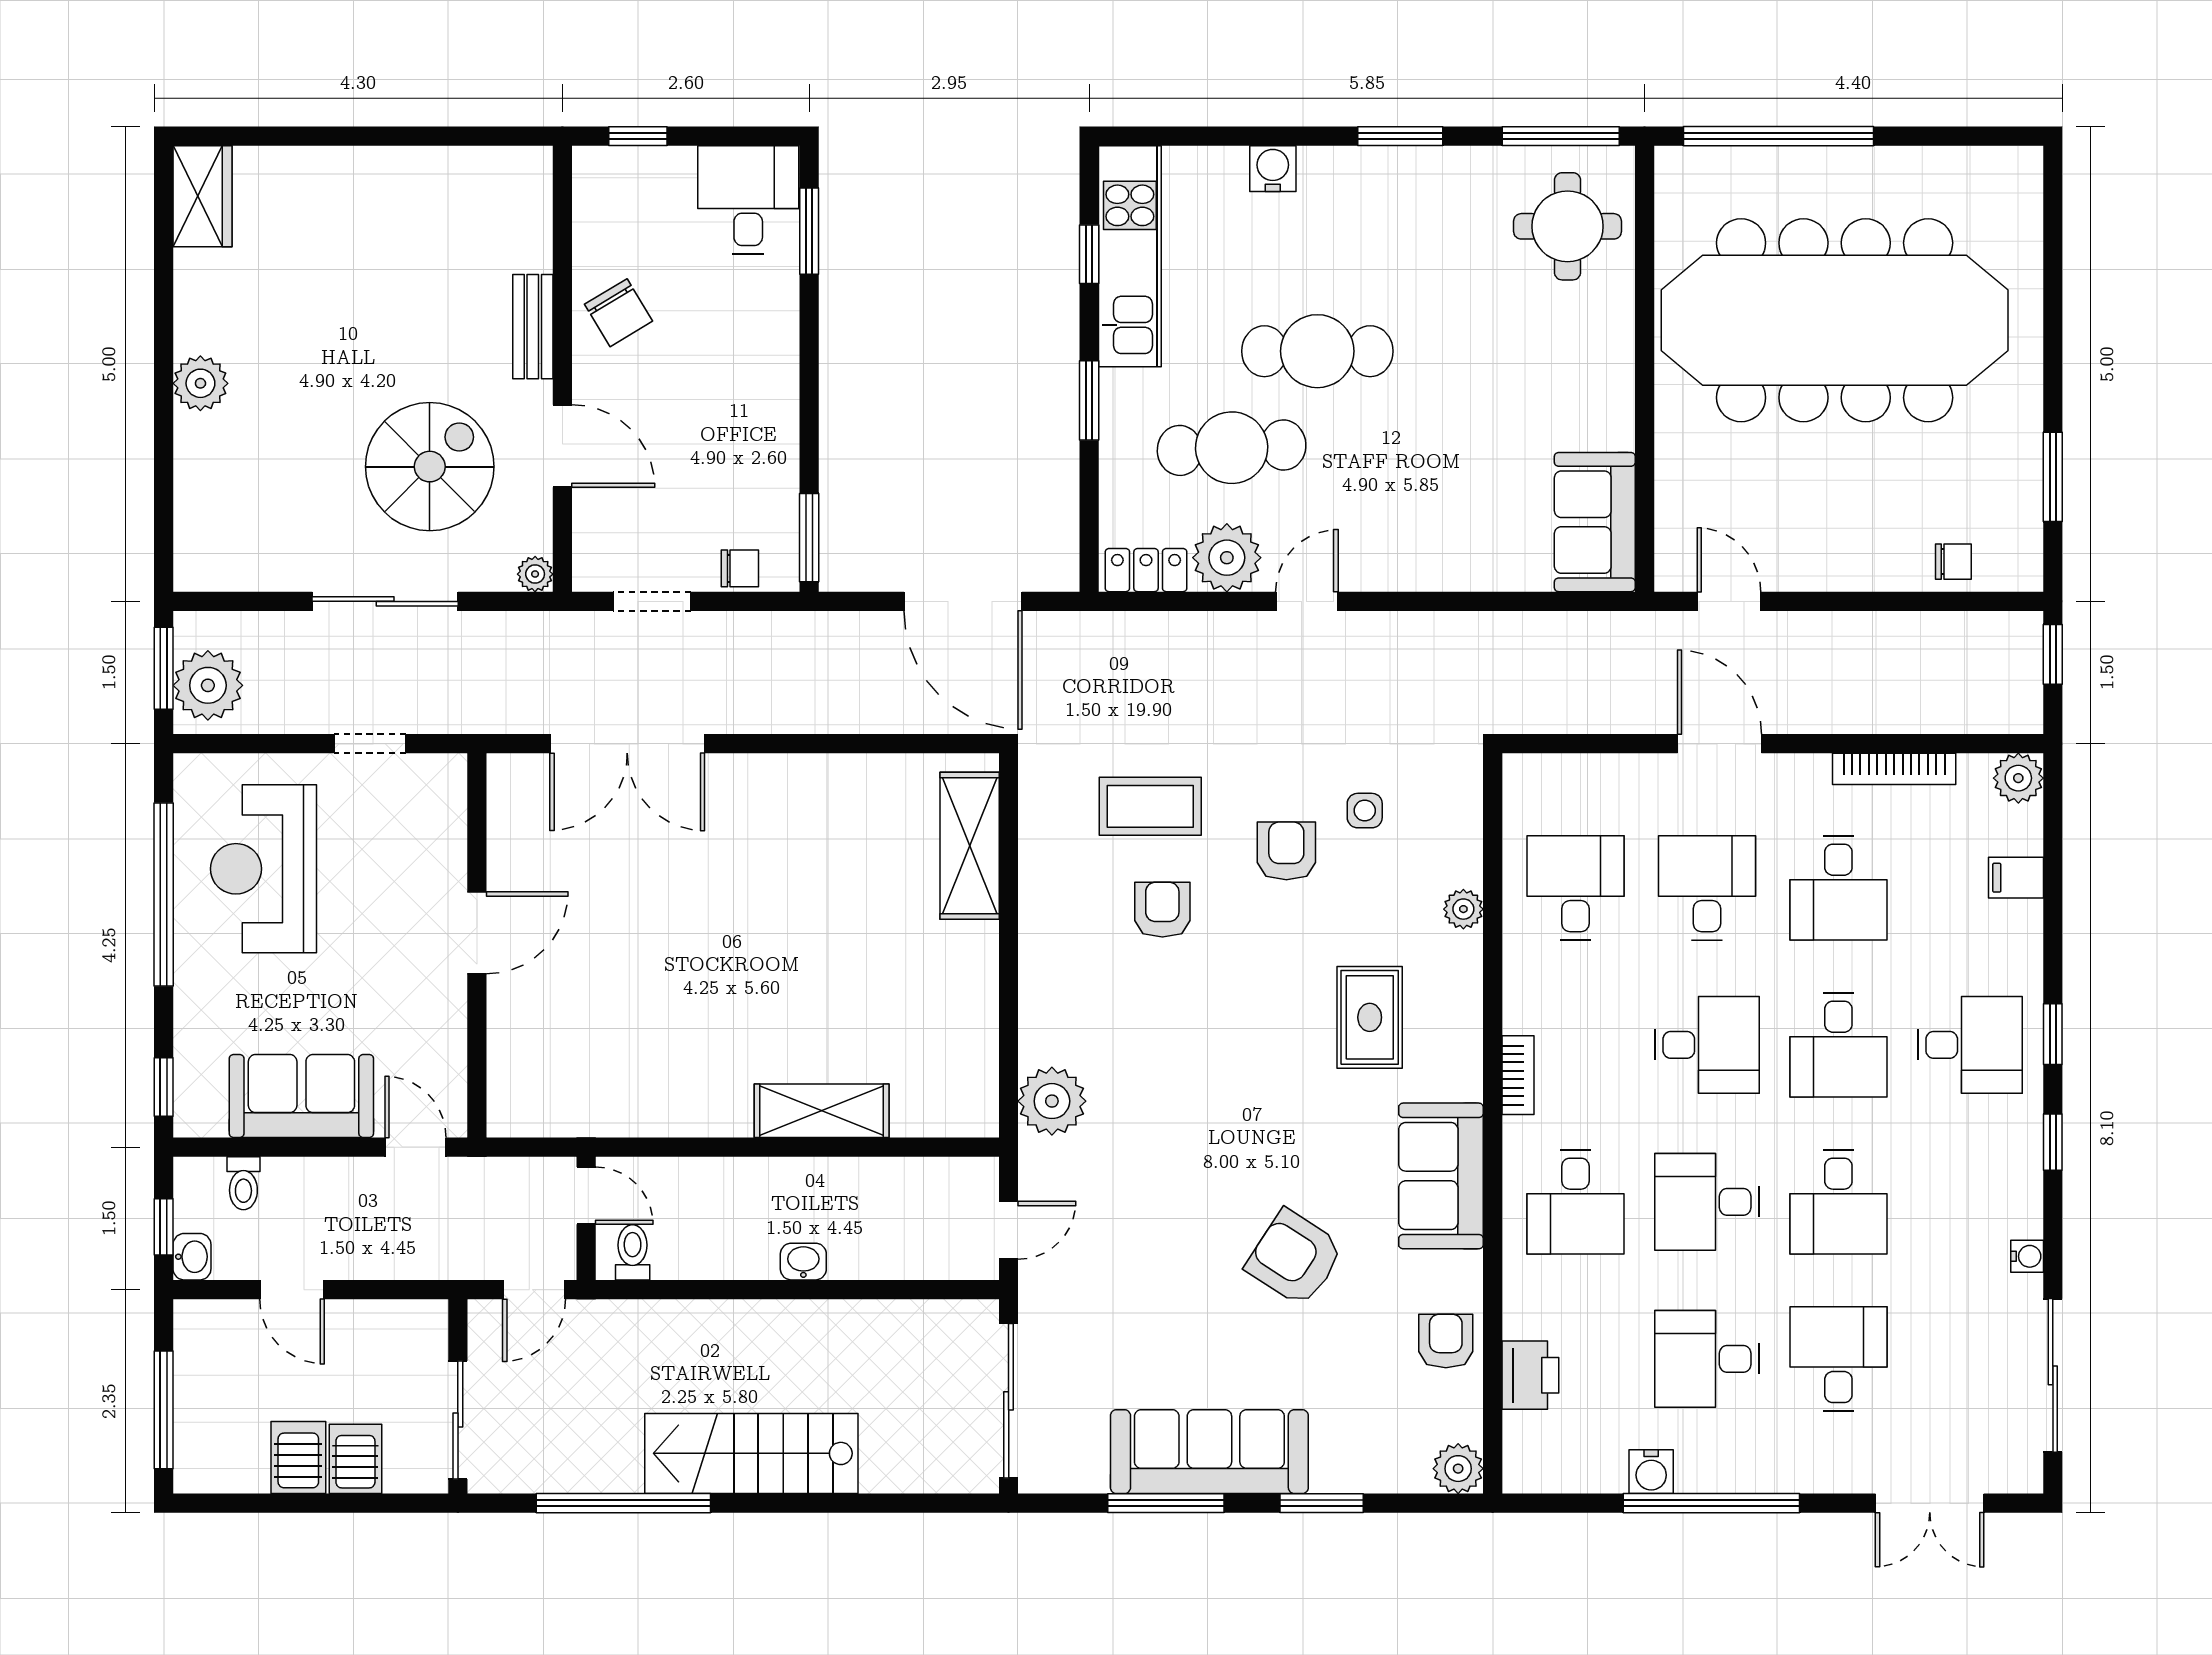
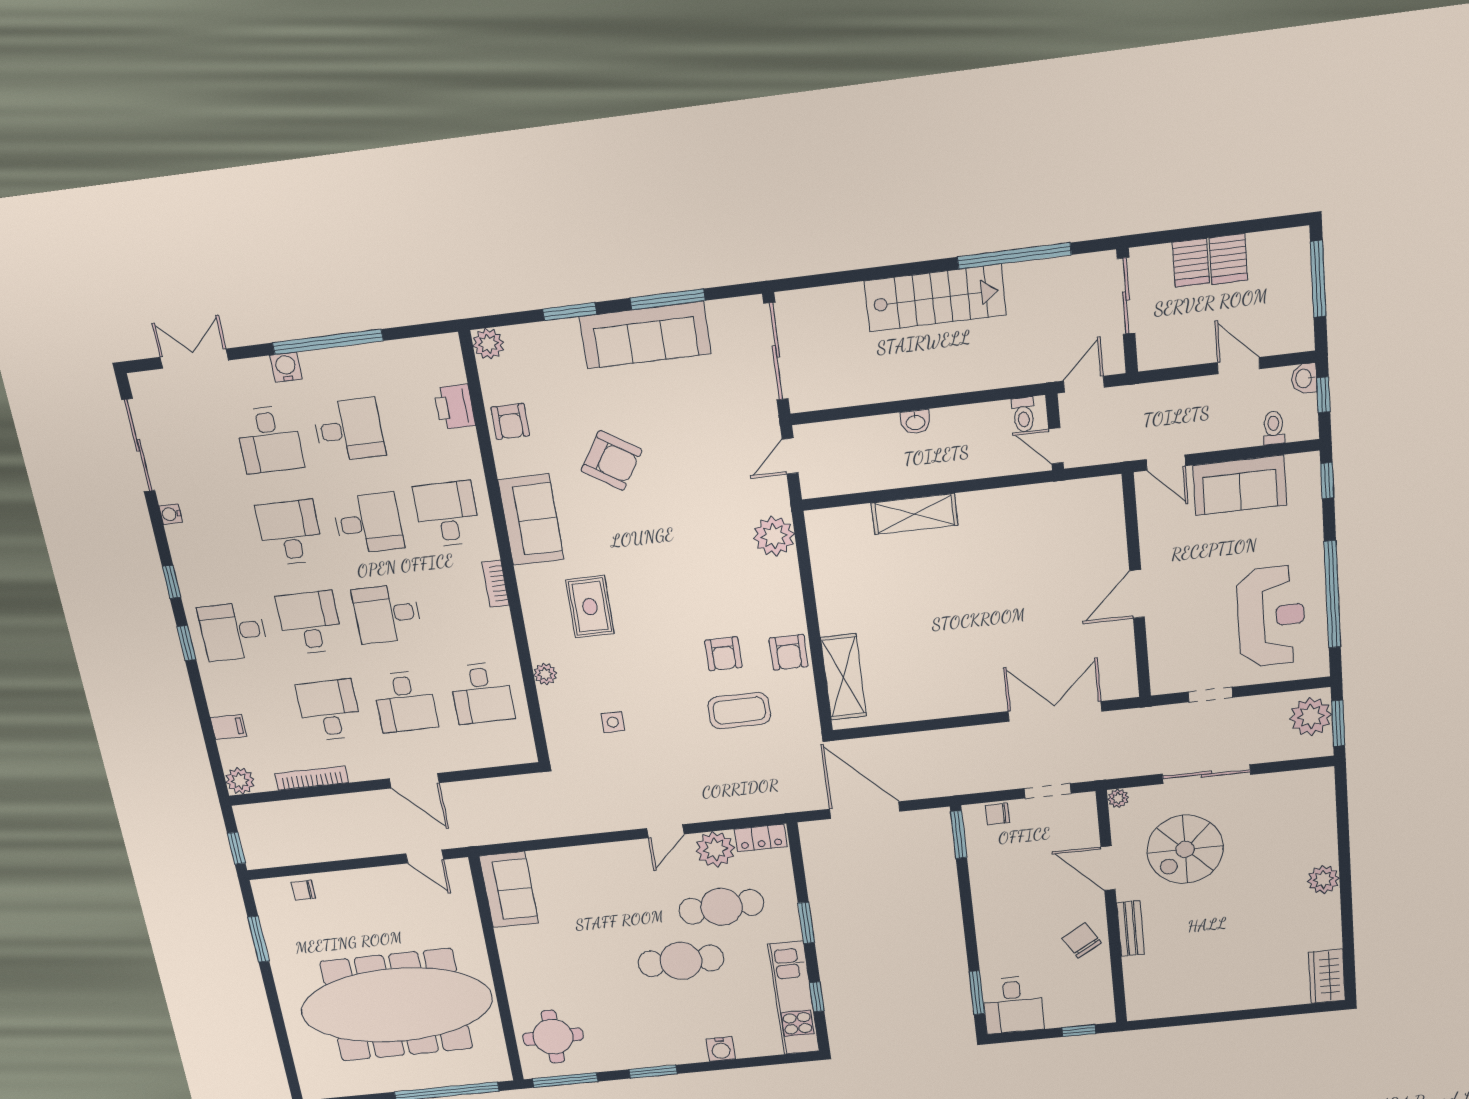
armchair: (1286, 851) -> (789, 652), moved
water cooler: (1651, 1472) -> (286, 367), moved

